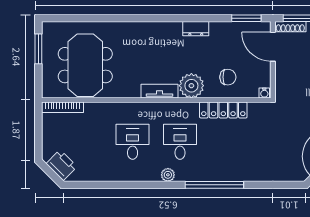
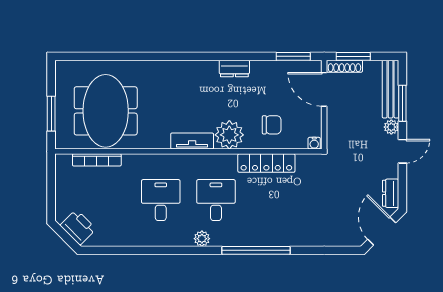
window: (38, 49) -> (51, 114), moved
bookcase: (62, 107) -> (97, 160), moved

